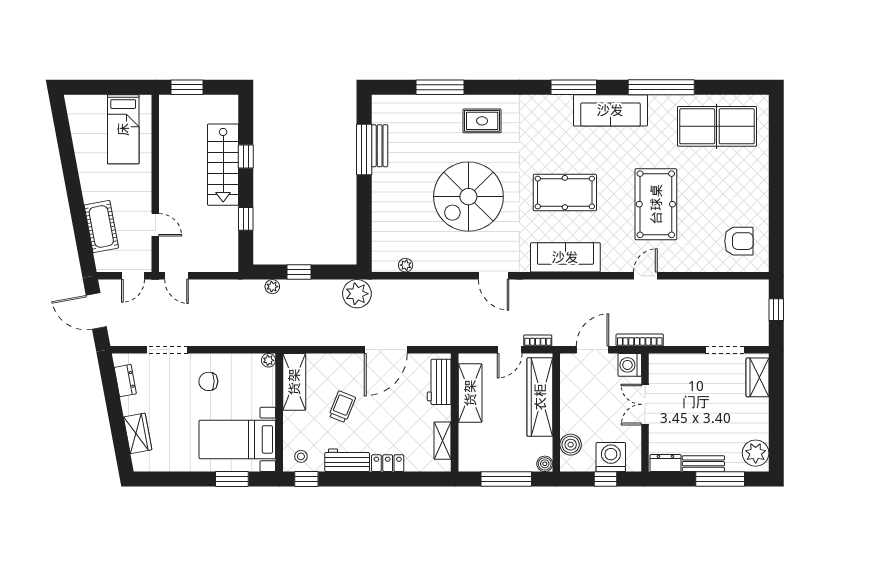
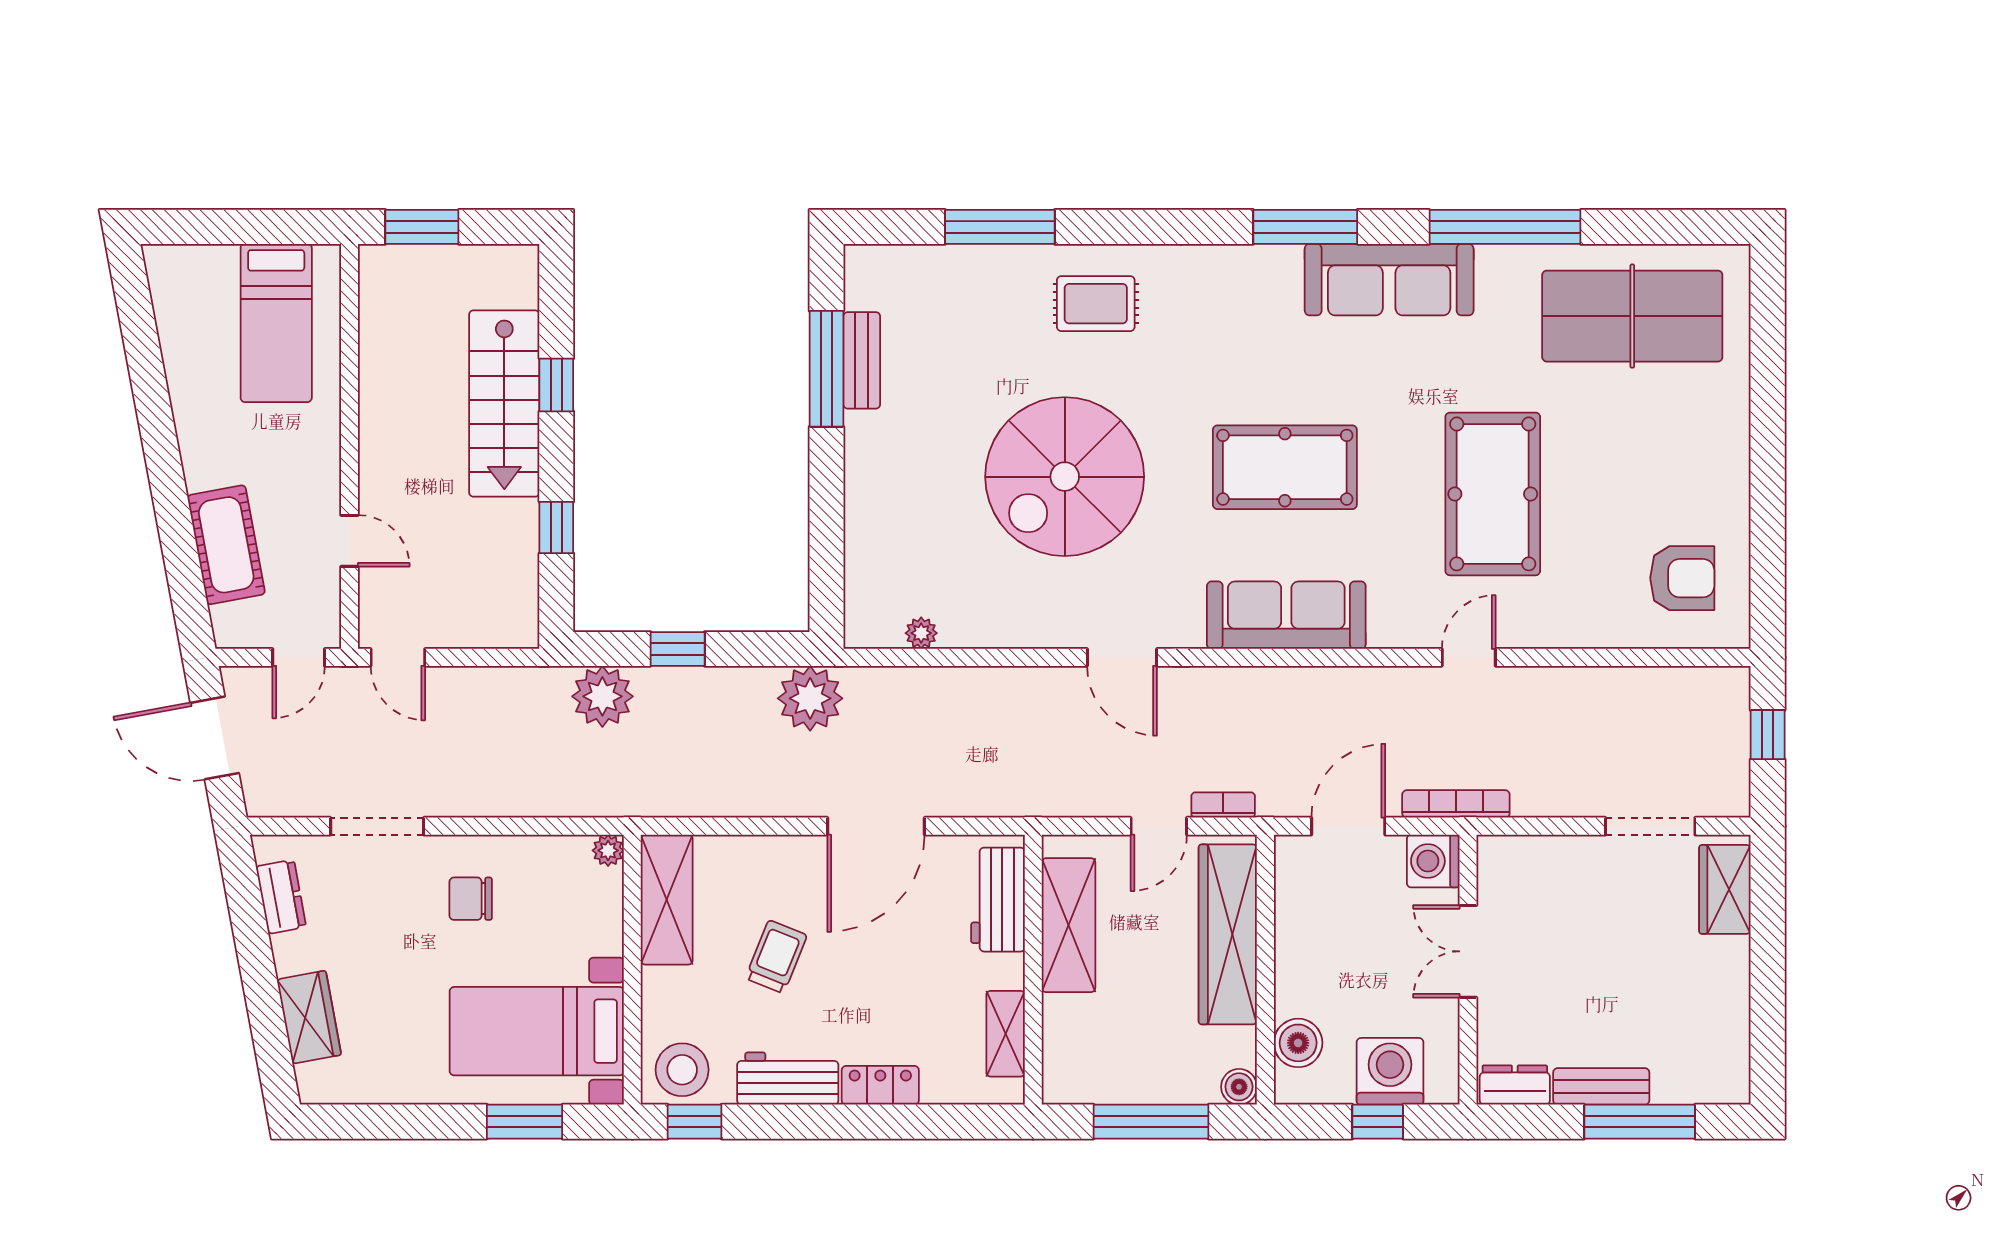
plant: (272, 287) -> (602, 696), width x1.87, depth x1.87
plant: (756, 453) -> (1721, 1062), removed
stool: (301, 456) -> (682, 1070), width x1.89, depth x1.89

